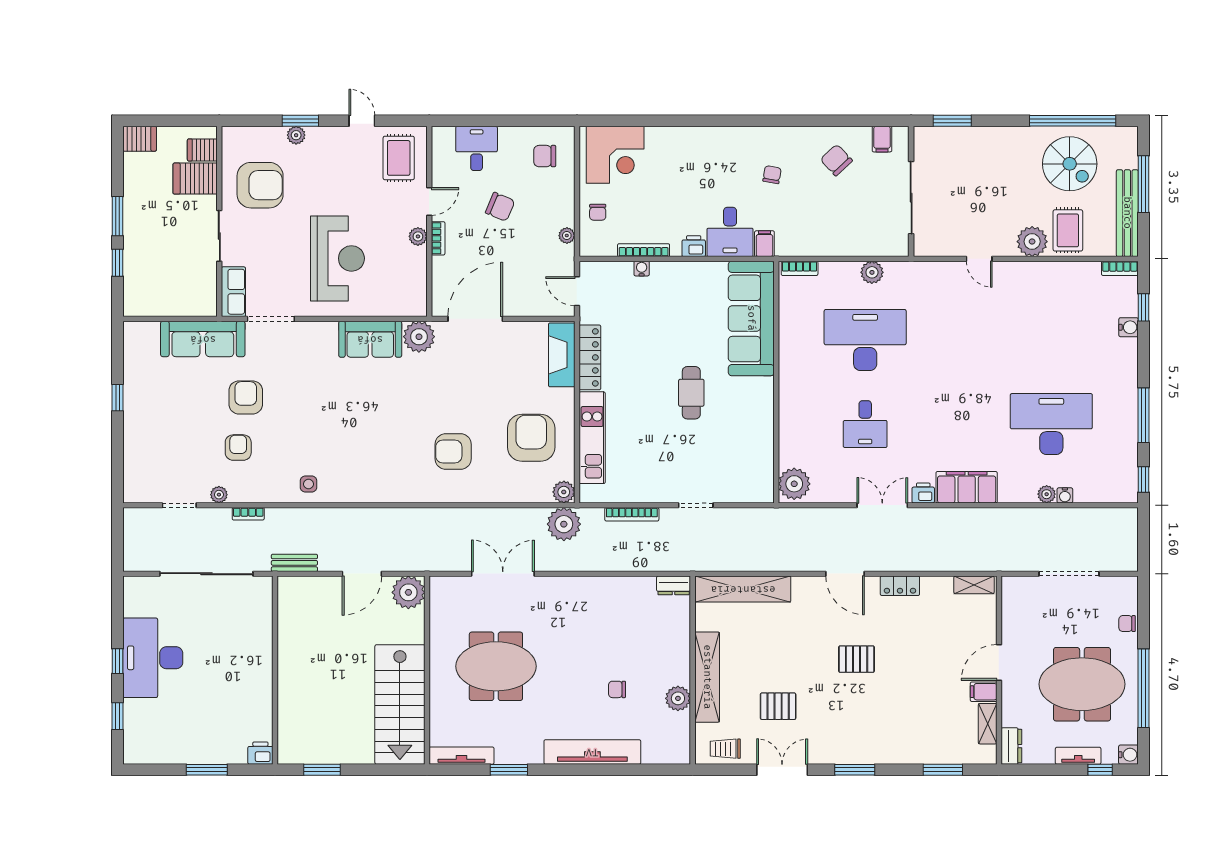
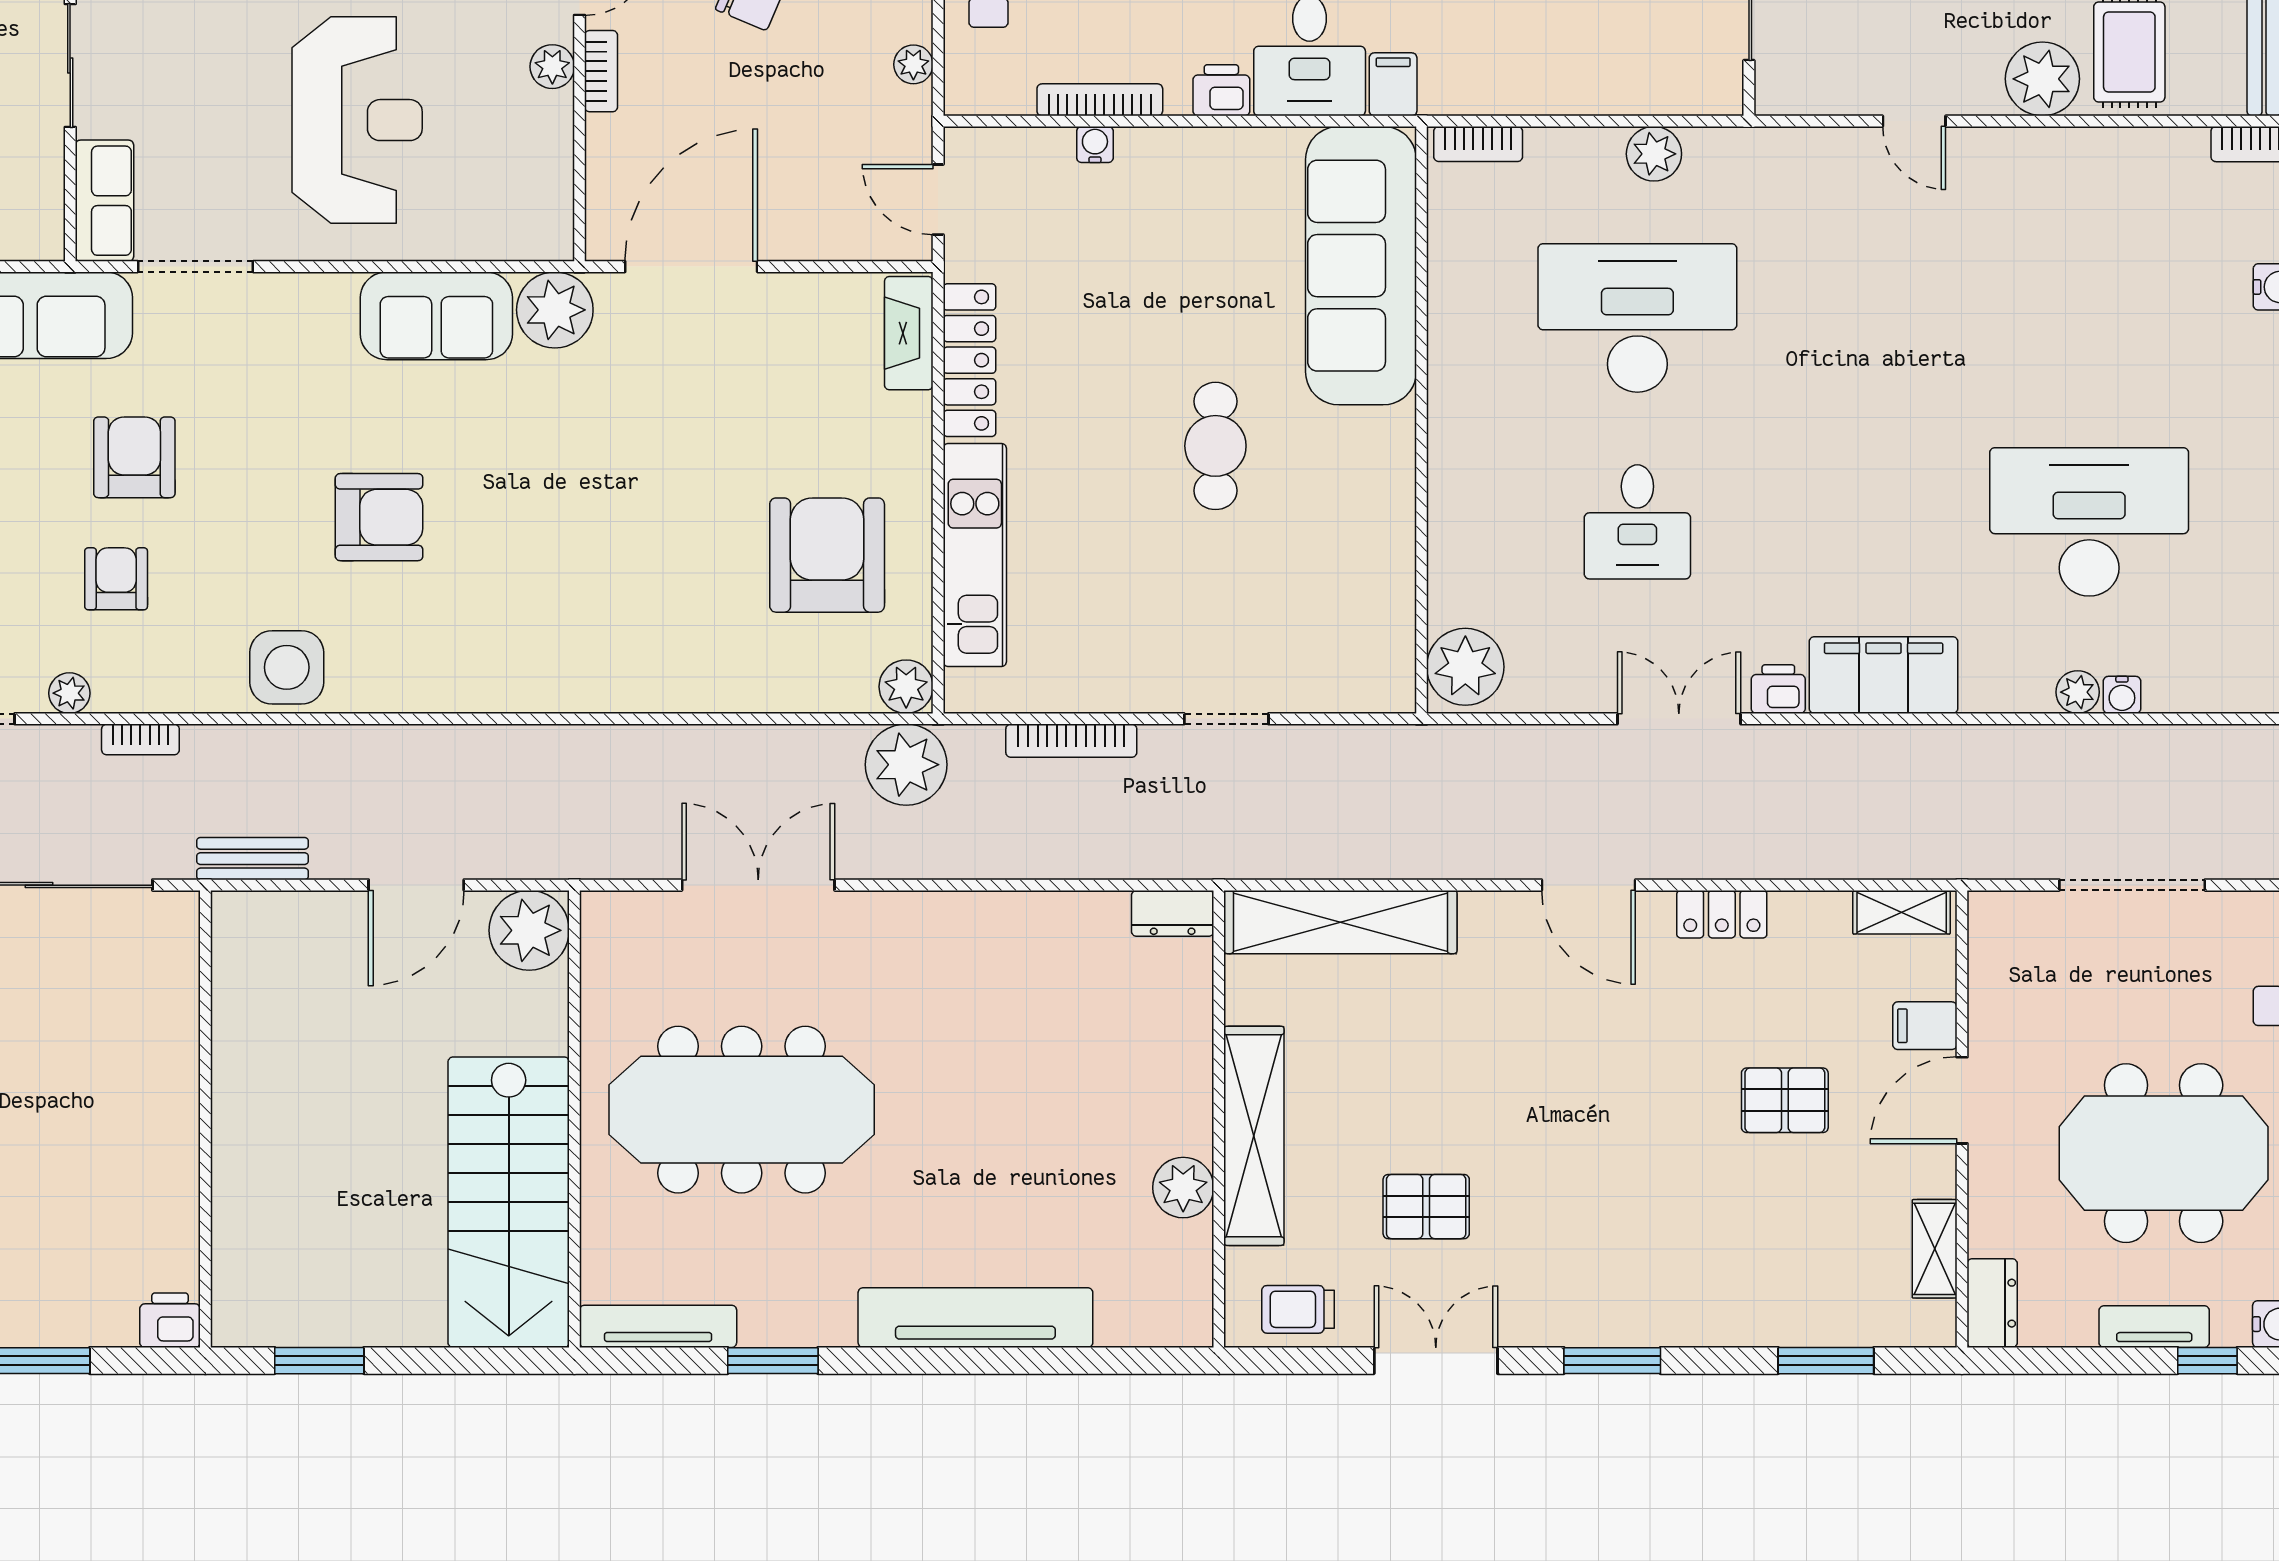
fireplace: (562, 355) -> (909, 333), width x0.73, depth x0.76
armchair: (453, 452) -> (379, 517), moved, turned 180
side table: (309, 484) -> (287, 667), width x1.87, depth x1.87
pallet: (857, 659) -> (1785, 1100), moved
meeting table: (496, 666) -> (742, 1110), width x1.36
chair: (617, 689) -> (1035, 1166), removed
filing cabinet: (984, 692) -> (1925, 1026), moved

